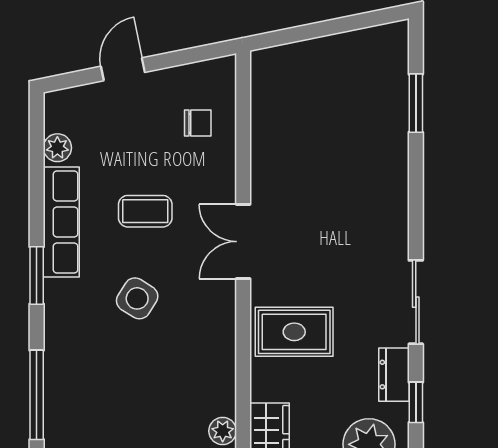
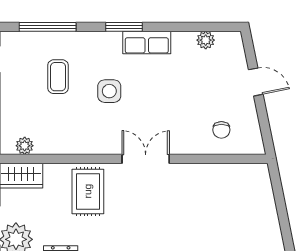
coffee table: (145, 211) -> (58, 77), moved
row of seats: (61, 222) -> (147, 43), width x0.68
side table: (137, 298) -> (109, 91), turned -32

